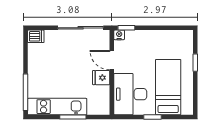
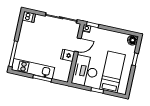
floor lamp: (186, 37) -> (133, 40), added
door: (112, 60) -> (78, 45), swing flipped

